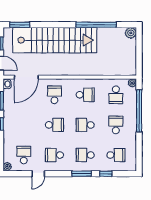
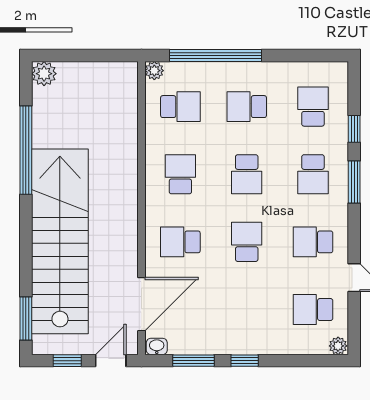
door: (26, 77) -> (141, 304), hinge flipped
school desk: (54, 155) -> (313, 242), turned 90

